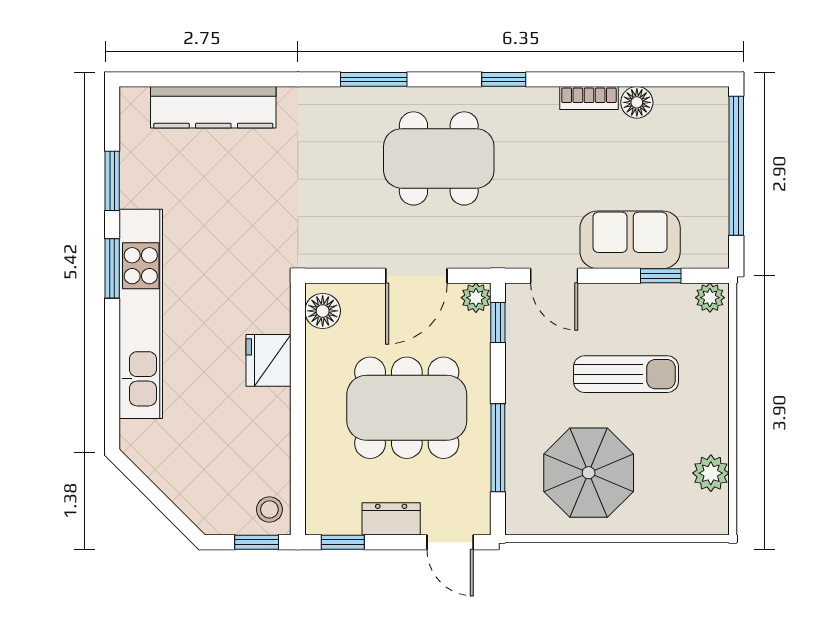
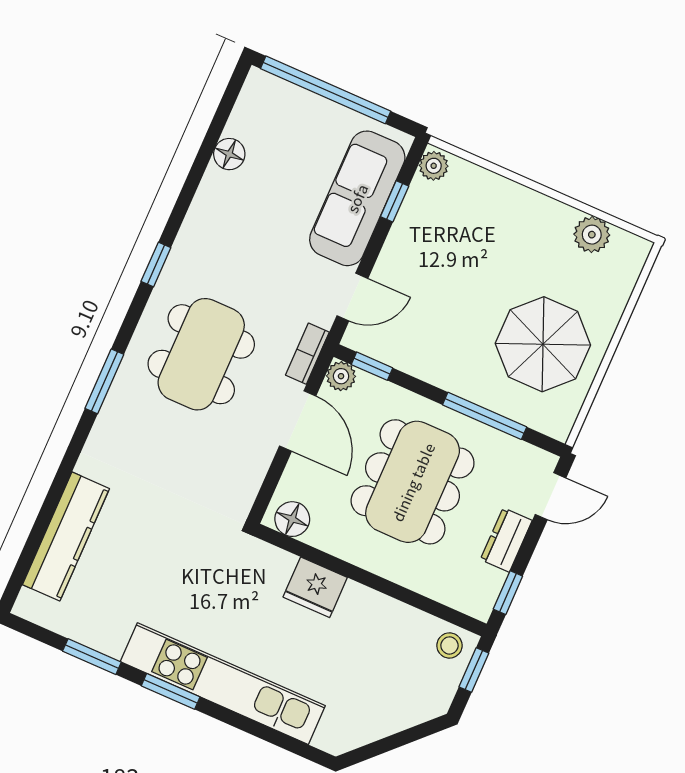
bookcase: (589, 98) -> (307, 354), moved, turned 180
sofa: (630, 240) -> (357, 198), width x1.36
sun lounger: (626, 374) -> (469, 272), removed

